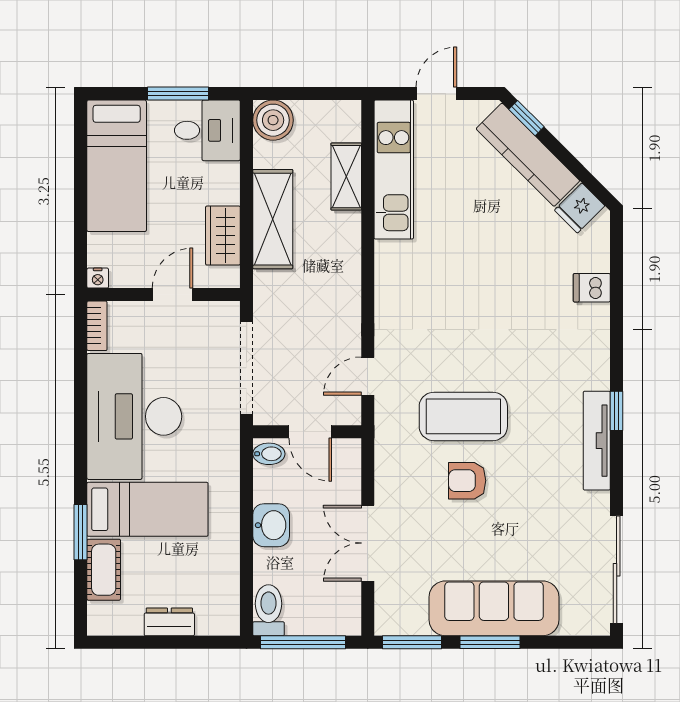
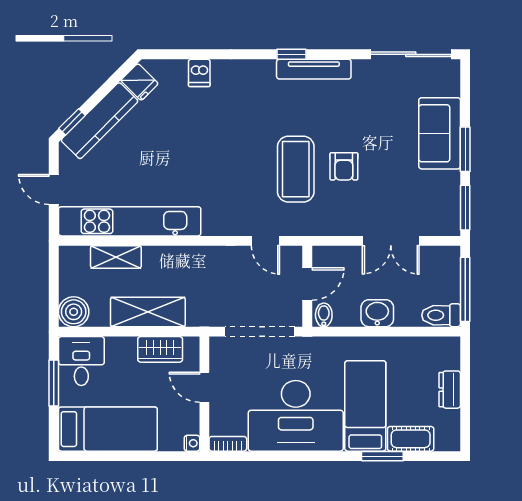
kitchen unit: (394, 170) -> (130, 221), width x1.36
sofa: (494, 608) -> (440, 133), width x0.73

